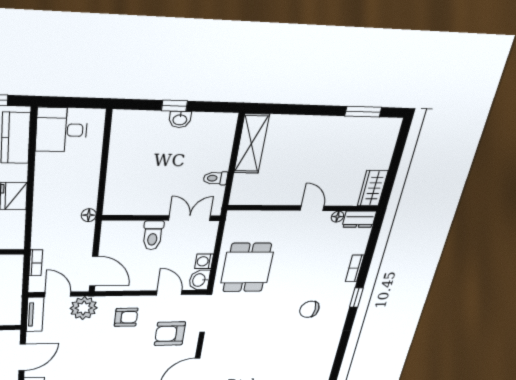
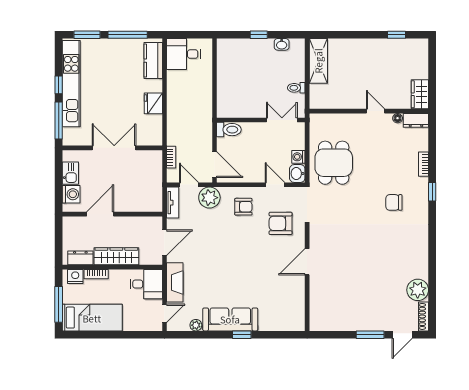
window: (363, 112) -> (396, 35), width x0.67
washbasin: (180, 119) -> (282, 44), moved
floor lamp: (89, 215) -> (207, 118), removed
toilet: (153, 235) -> (229, 130), moved, turned -90

